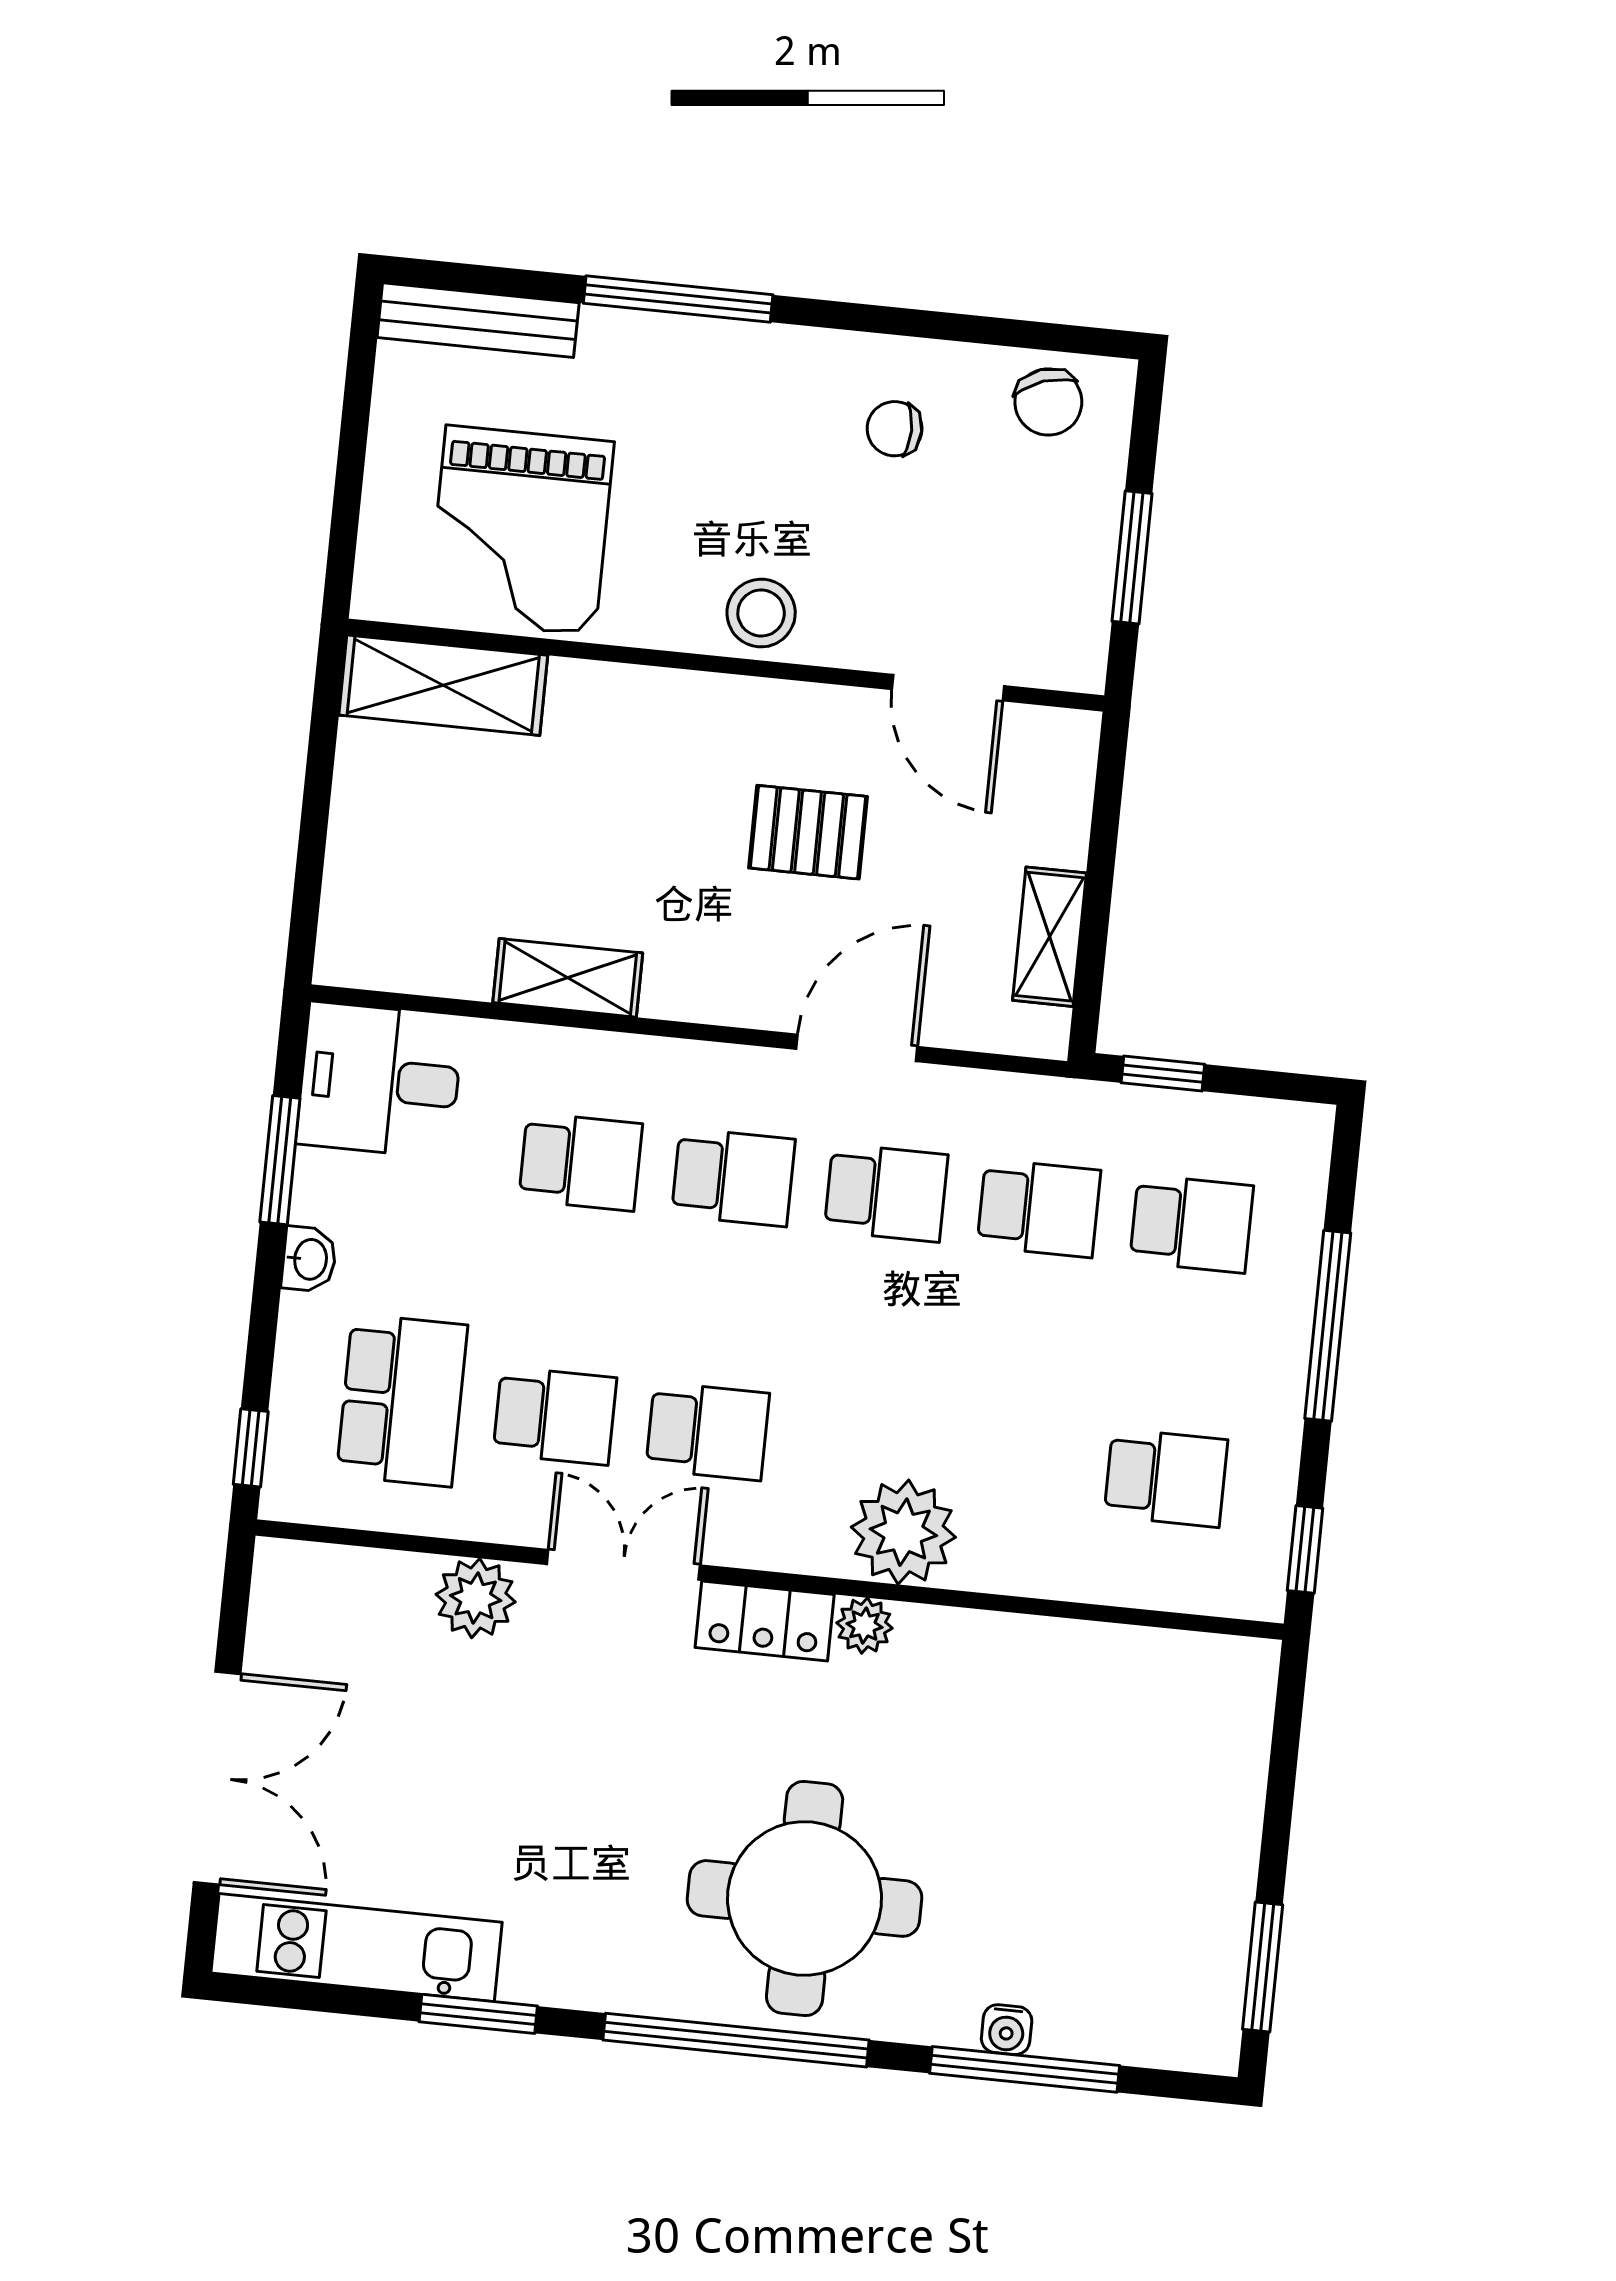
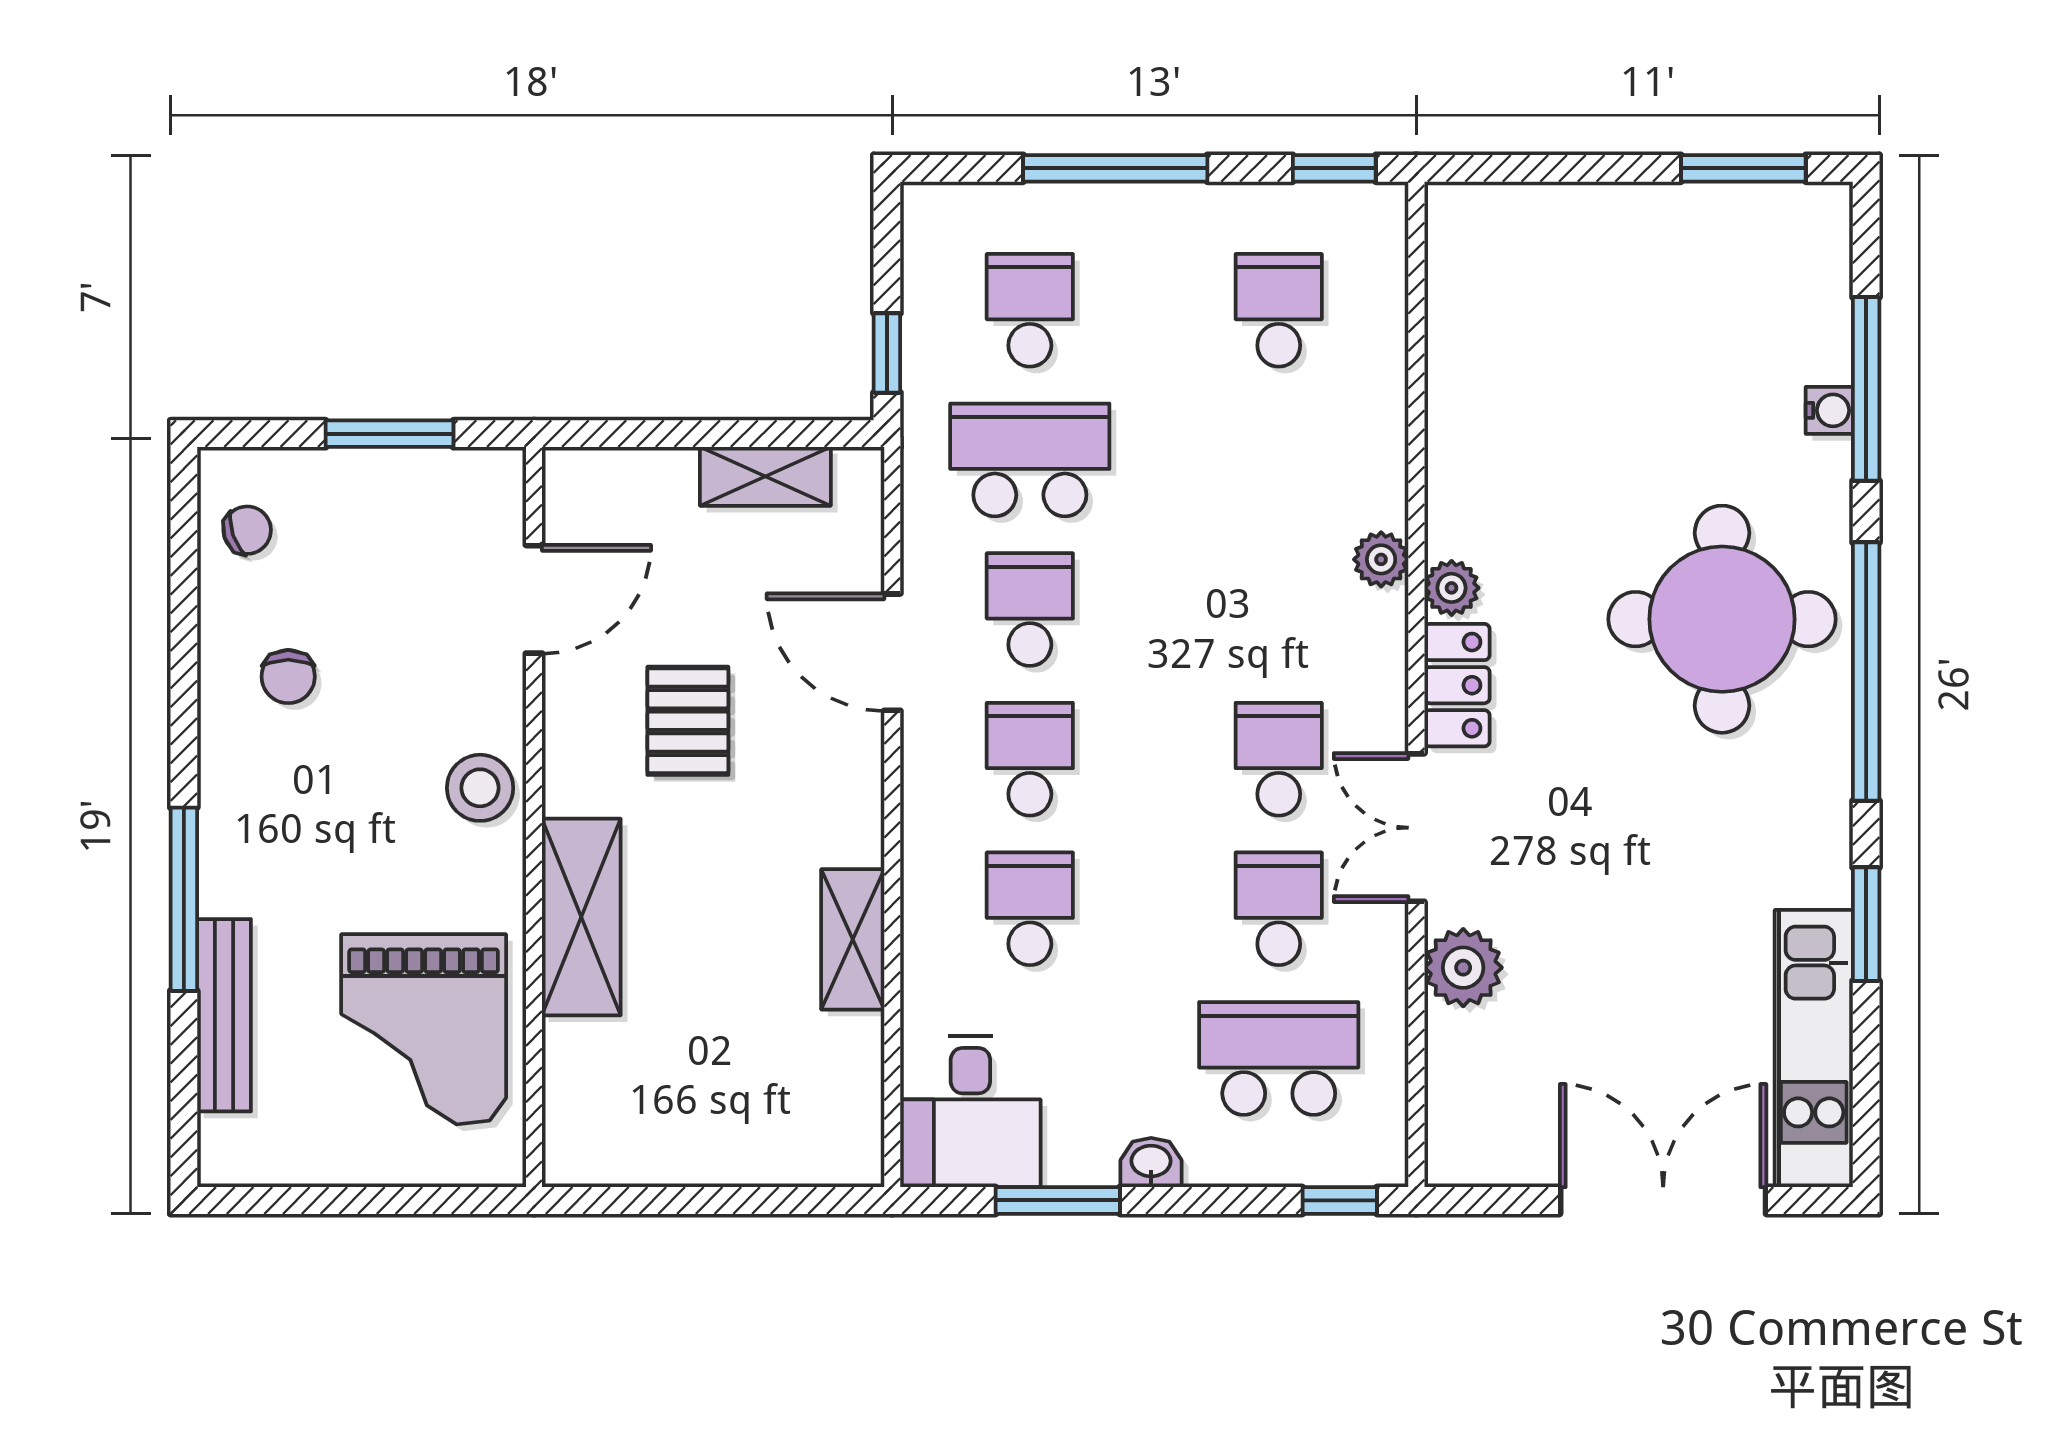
bench: (478, 320) -> (224, 1015), moved
chair: (1048, 402) -> (247, 530), width x0.73, depth x0.73
grand piano: (520, 530) -> (424, 1029), turned 90
shelving: (443, 685) -> (581, 917), moved
school desk: (1039, 1208) -> (1030, 460), width x1.85
plant: (903, 1532) -> (1381, 559), width x0.53, depth x0.53

